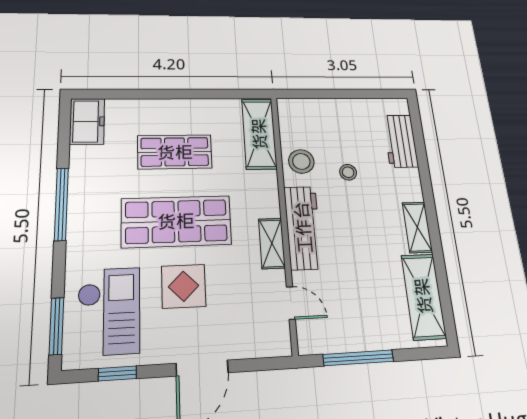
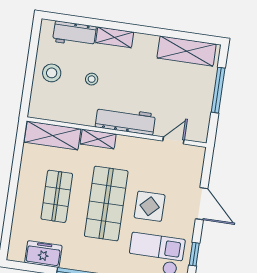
freezer: (87, 121) -> (43, 254), moved
stool: (301, 161) -> (52, 73), moved
shelving: (417, 227) -> (115, 37), moved
shelving: (272, 243) -> (98, 139), moved
window: (358, 358) -> (218, 90), moved

